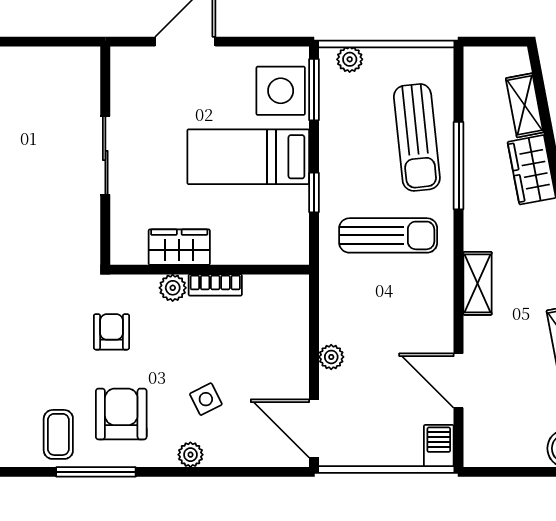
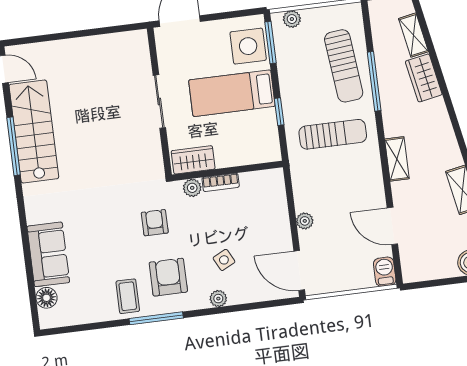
sliding door: (105, 155) -> (159, 102), moved
wall: (105, 156) -> (159, 102), moved

